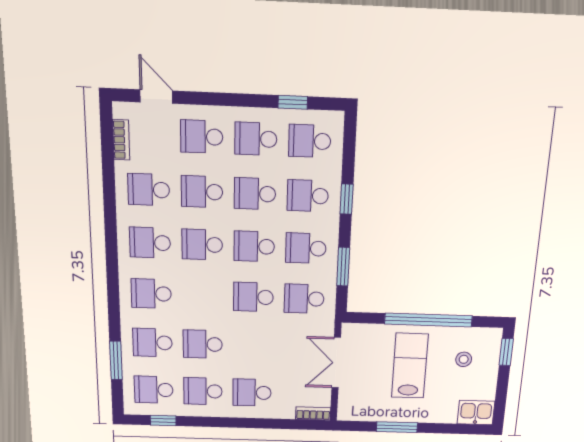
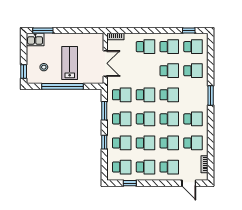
school desk: (151, 294) -> (169, 95), moved
window: (116, 360) -> (211, 95), moved
lab bench: (410, 366) -> (70, 63), turned 180
window: (397, 427) -> (43, 31), moved

